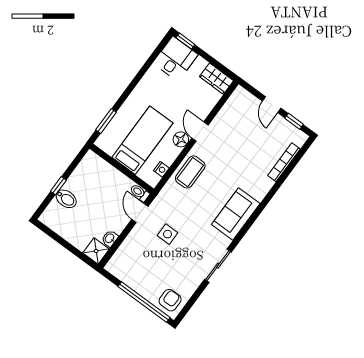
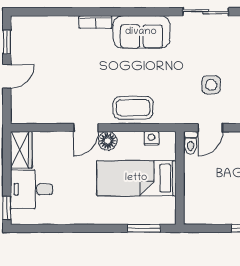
desk: (175, 59) -> (32, 189), moved
bookcase: (284, 162) -> (95, 22), moved, width x0.64

